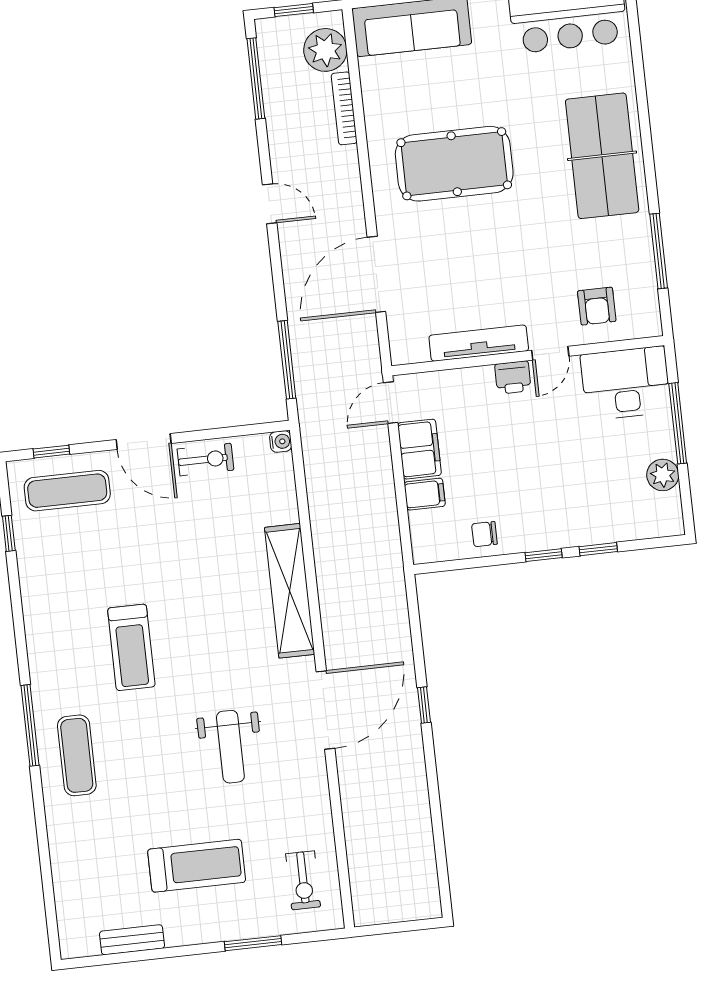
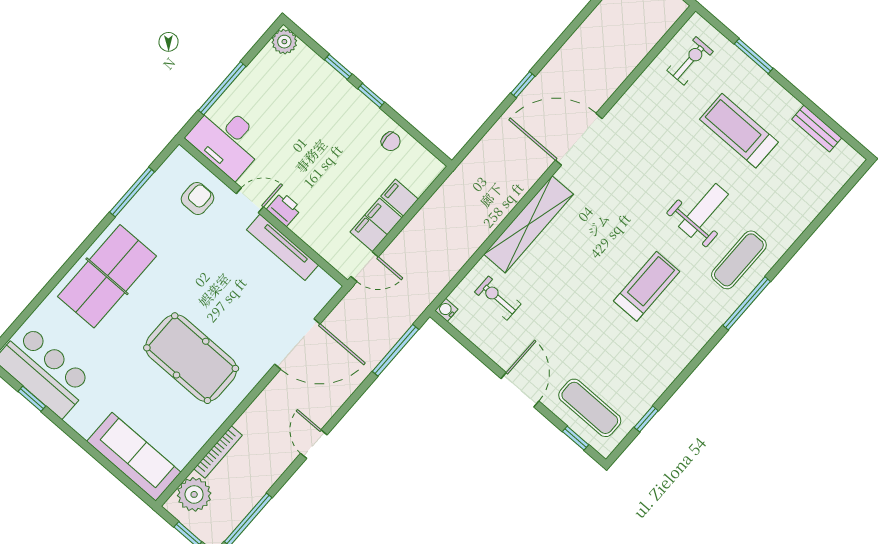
exercise bike: (206, 460) -> (498, 298), moved
plant: (663, 475) -> (284, 42), moved
weight bench: (230, 747) -> (703, 210), moved

